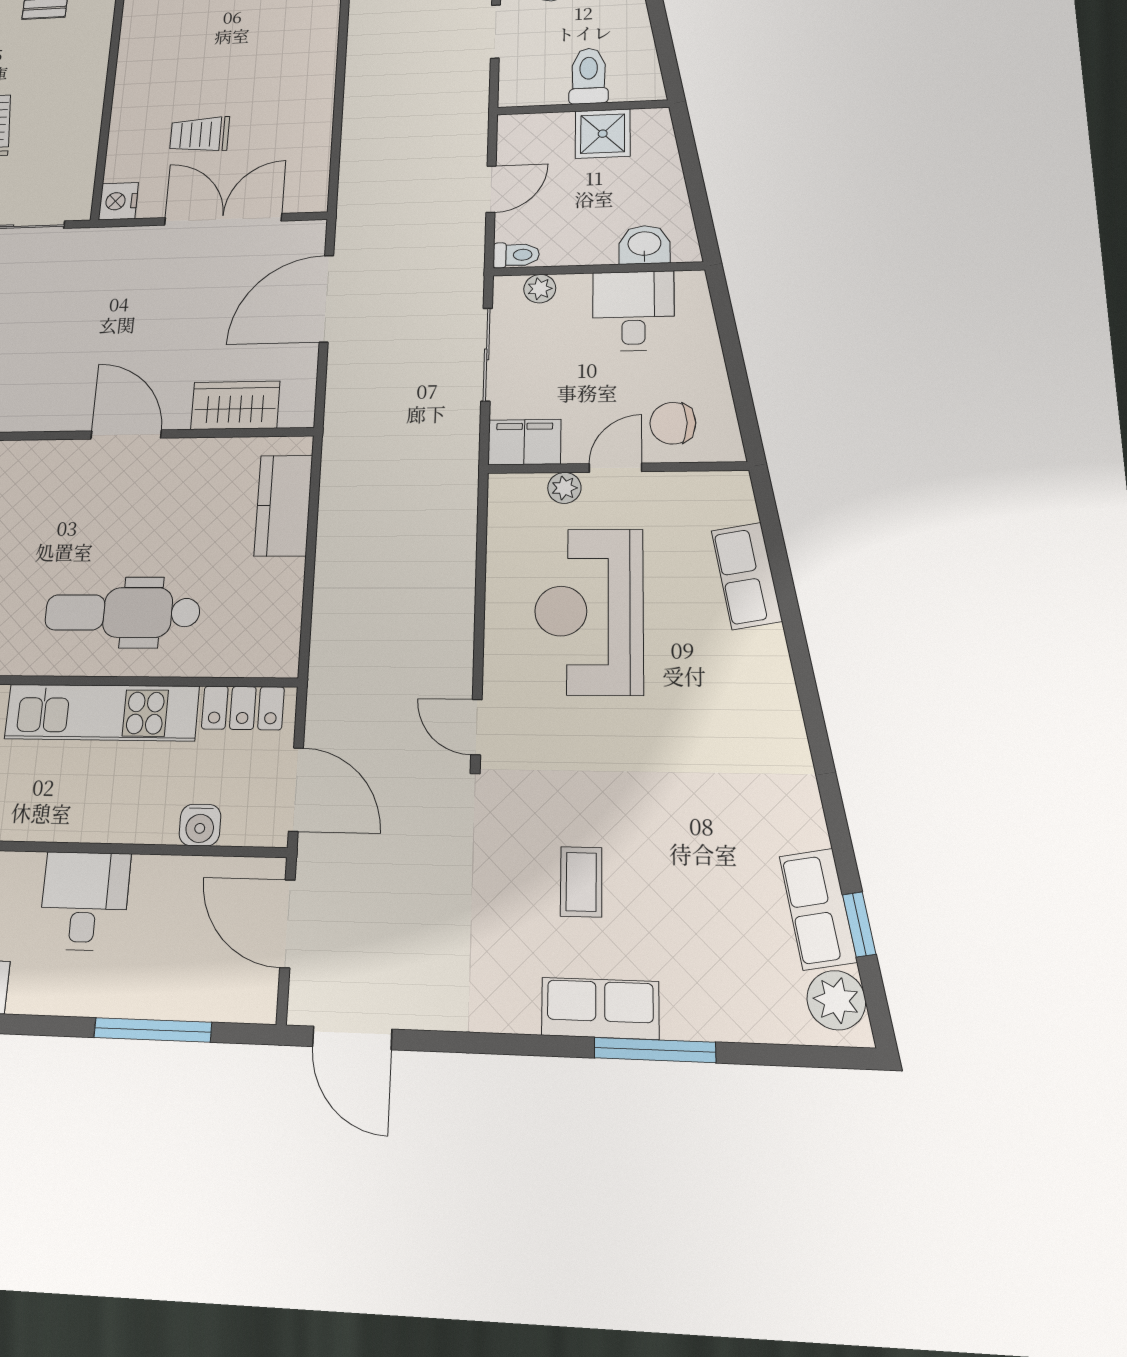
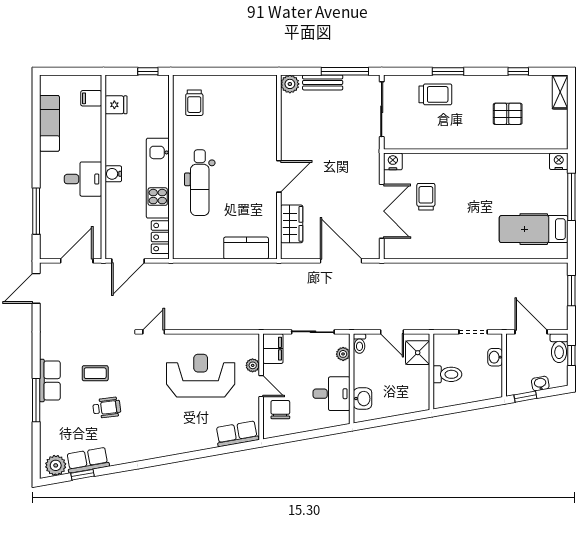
shower: (603, 134) -> (418, 353), moved
row of seats: (747, 576) -> (237, 434), moved
dental chair: (122, 612) -> (200, 183), turned 180
water cooler: (200, 825) -> (113, 174), moved
wheelchair: (673, 853) -> (107, 408), added

